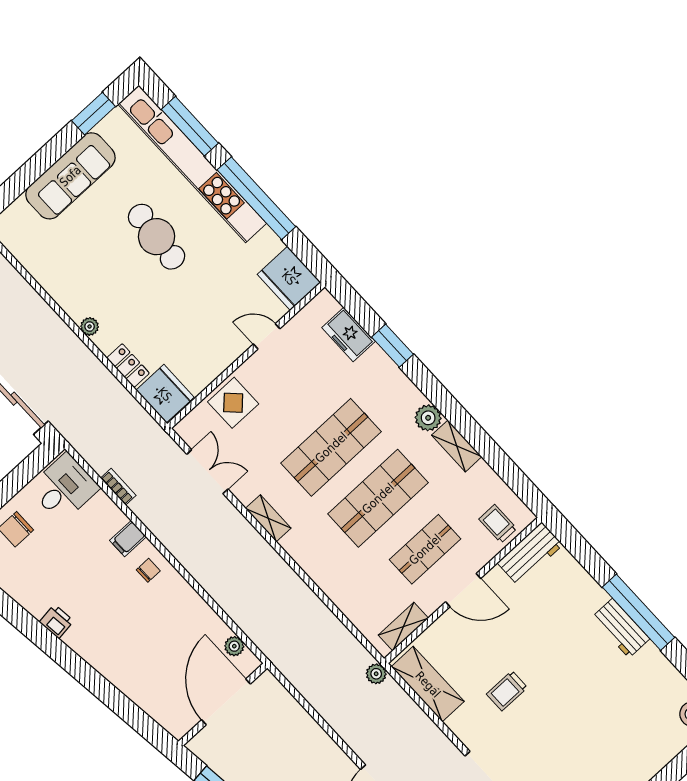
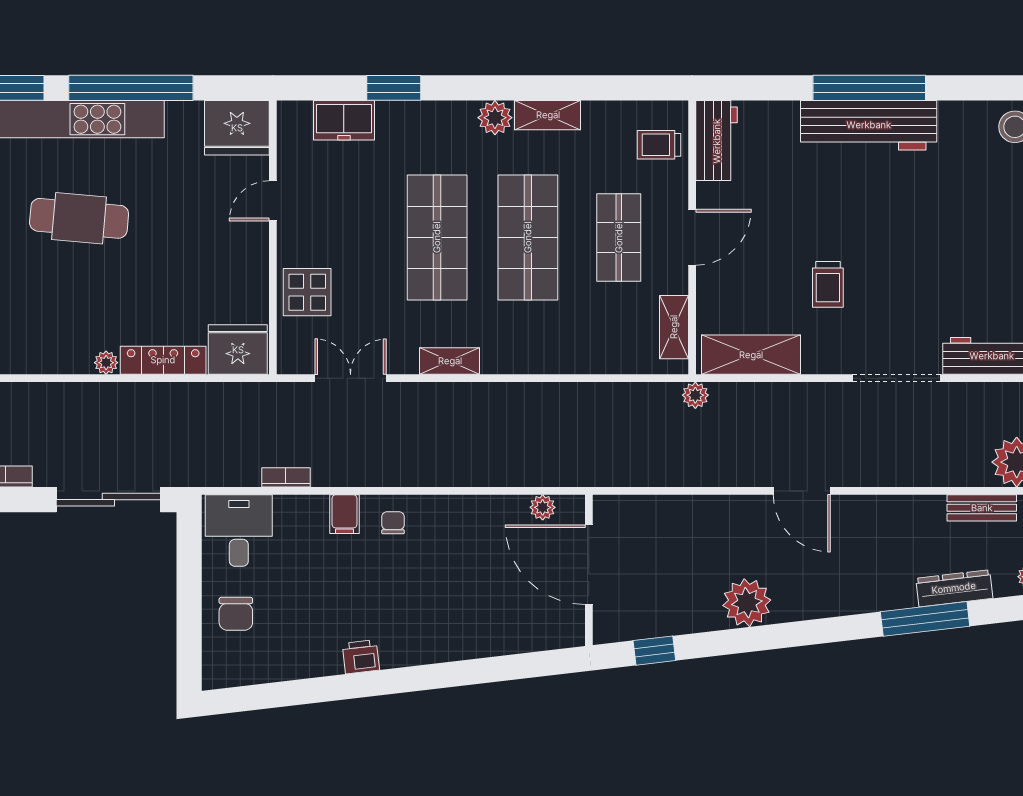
locker: (128, 366) -> (163, 360), width x1.53
workbench: (621, 628) -> (869, 125), width x1.88, depth x1.32

